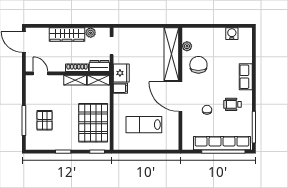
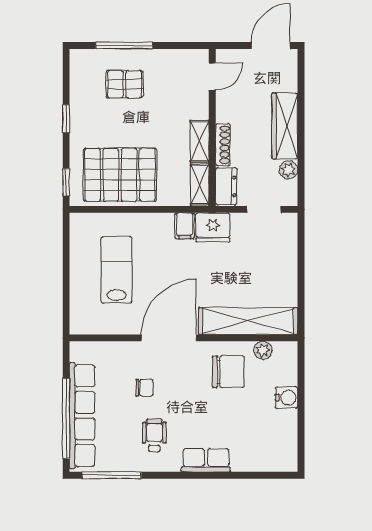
water cooler: (232, 34) -> (287, 398), moved

